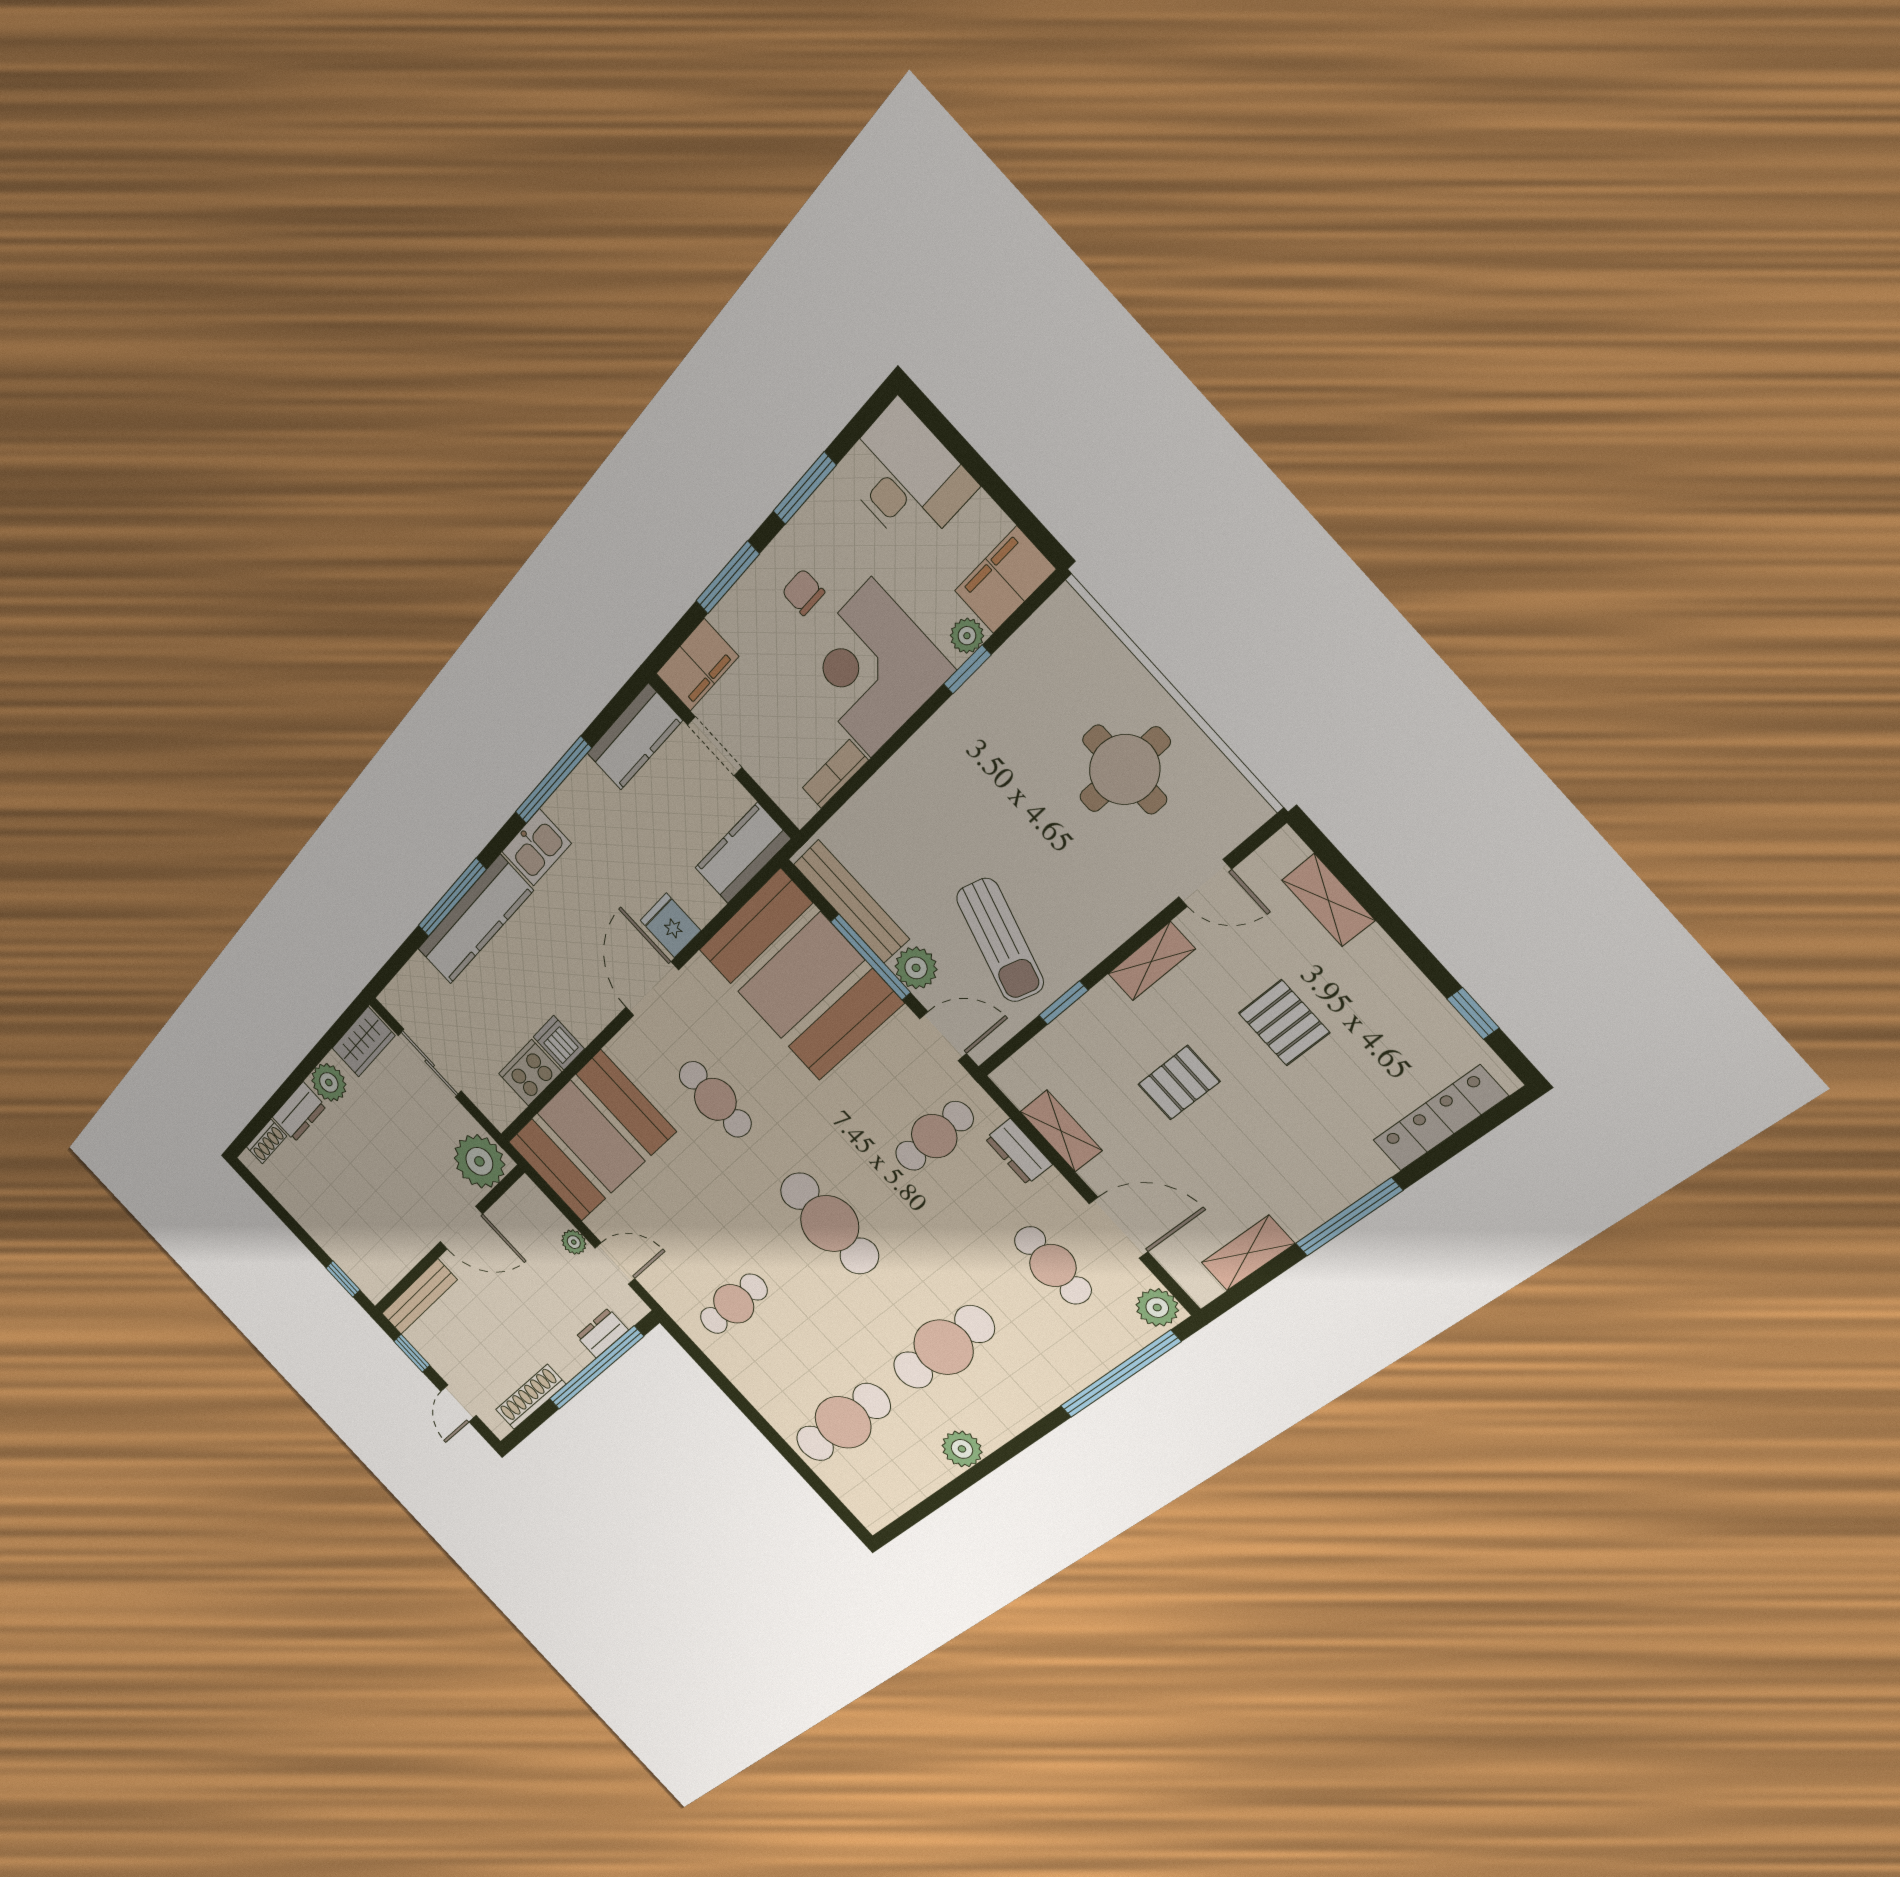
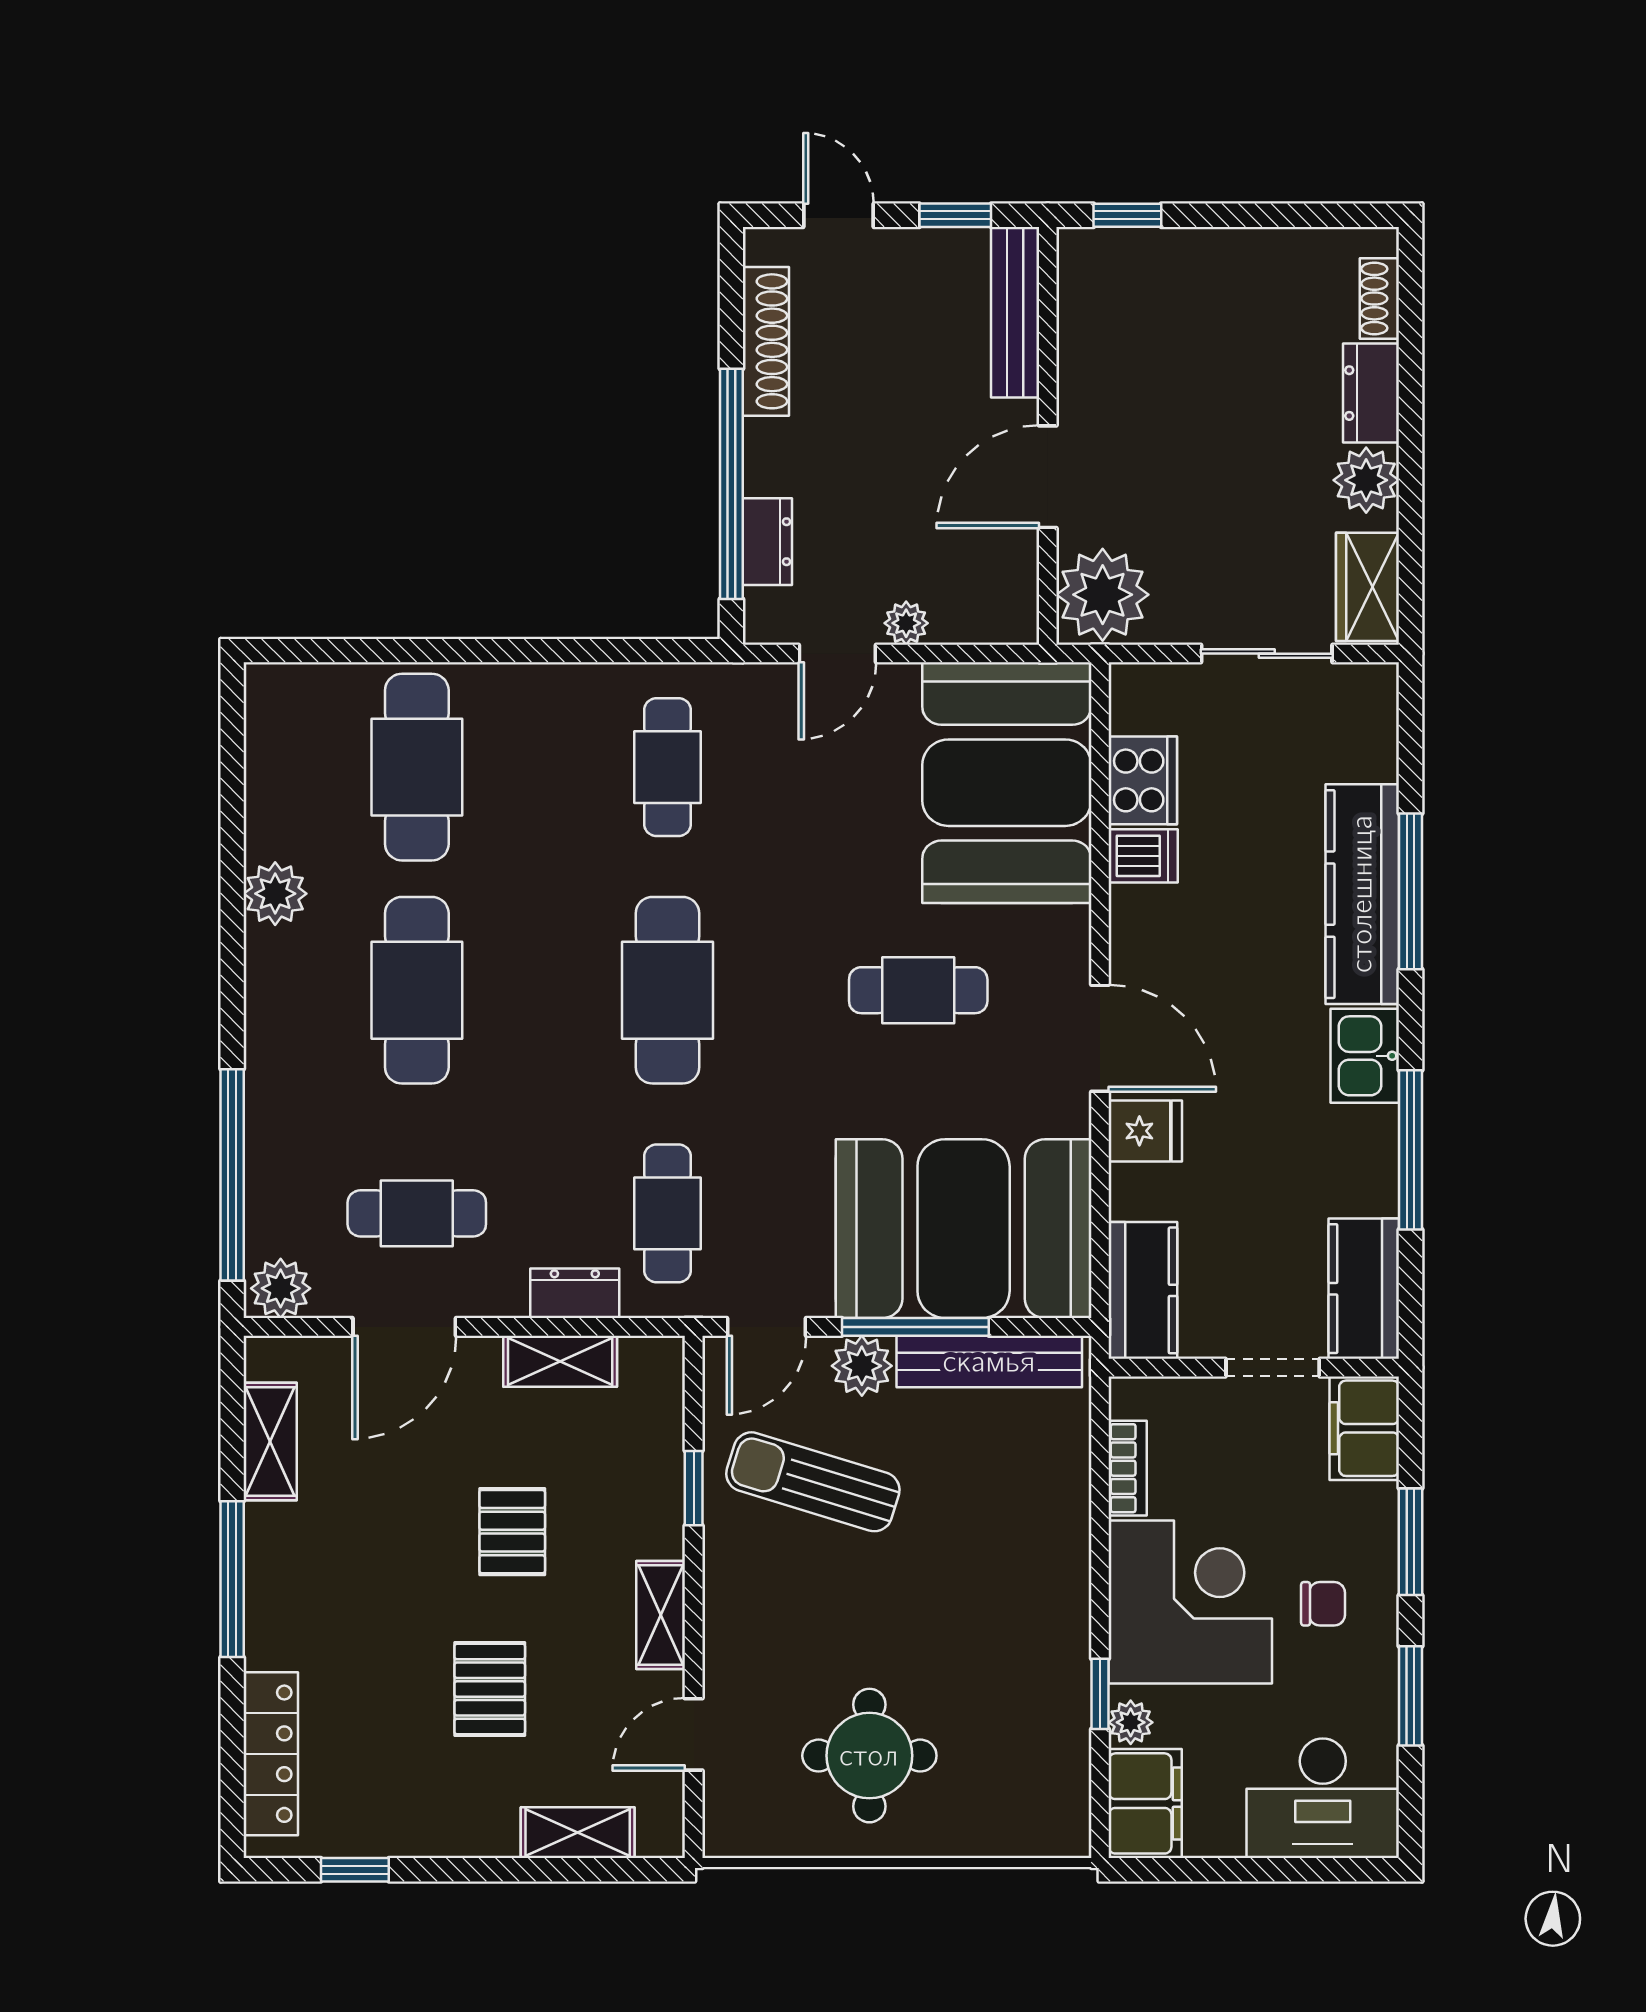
pallet: (1284, 1023) -> (490, 1689), turned 90
cafe table: (830, 1224) -> (668, 990), turned 90

